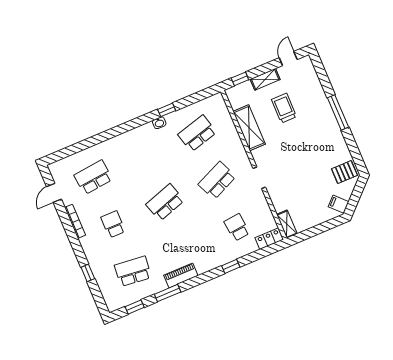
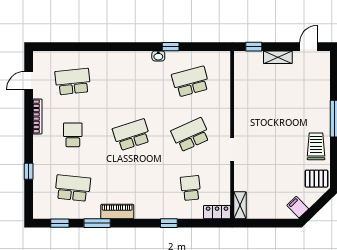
trolley: (284, 108) -> (316, 146), moved
shelving: (249, 128) -> (243, 97), removed

